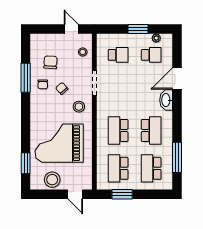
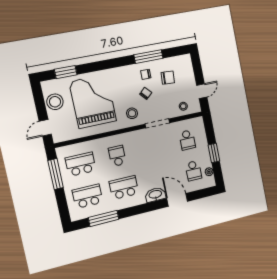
school desk: (118, 130) -> (117, 156), width x0.54
school desk: (151, 130) -> (124, 187), turned 180
window: (122, 194) -> (56, 174), width x1.44

